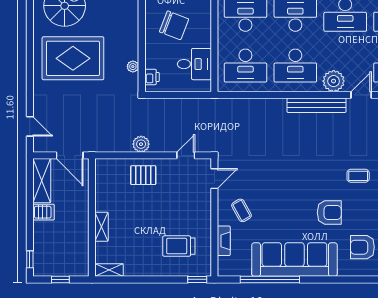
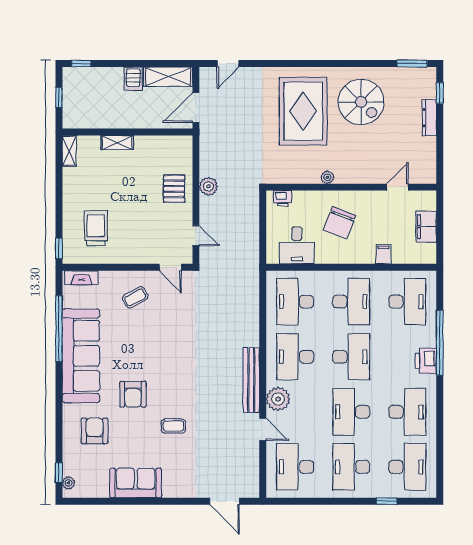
plant: (133, 67) -> (327, 177), moved
coffee table: (358, 176) -> (173, 426), turned 90
fireplace: (224, 241) -> (81, 278), moved

